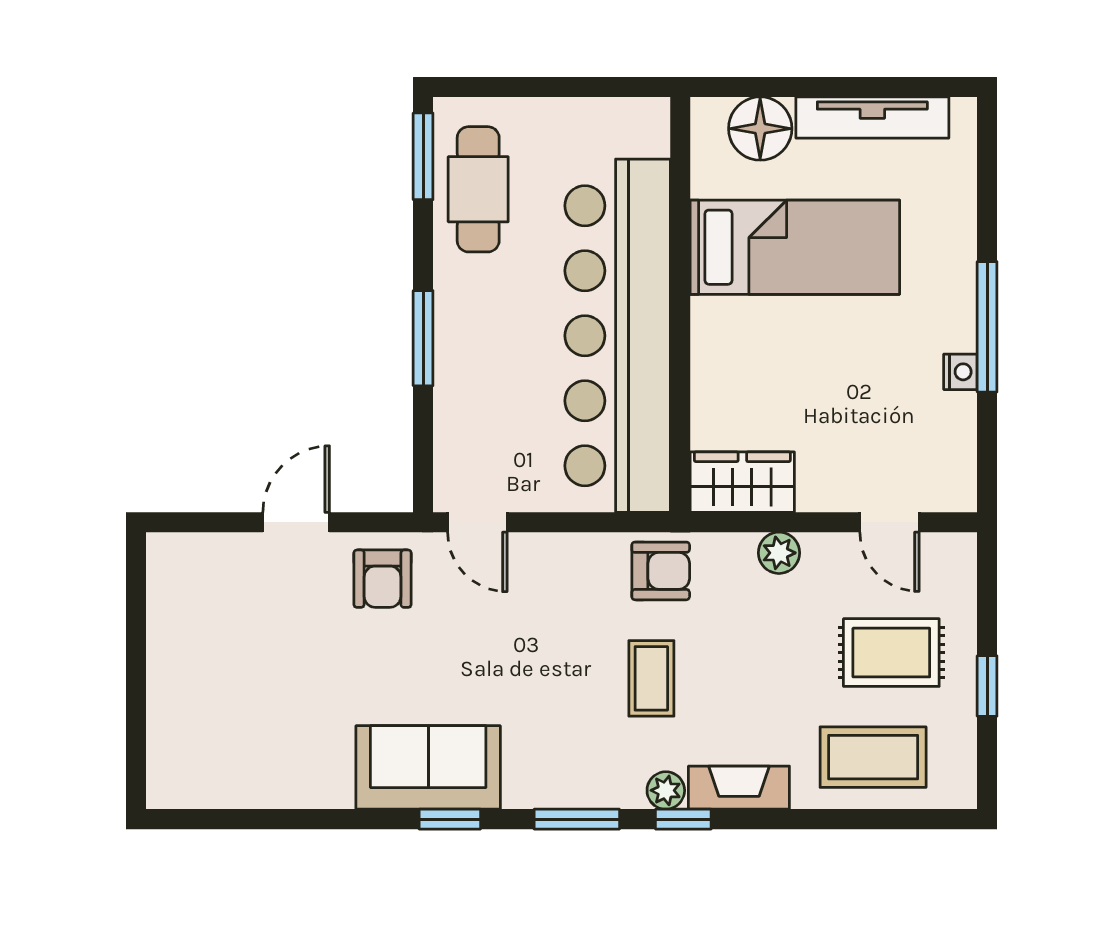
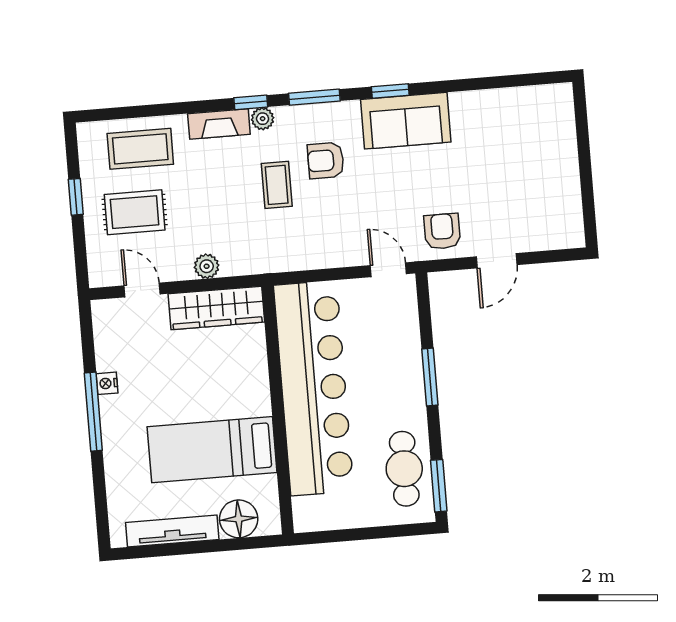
wardrobe: (742, 482) -> (216, 308), width x1.50
armchair: (661, 571) -> (326, 160), moved

